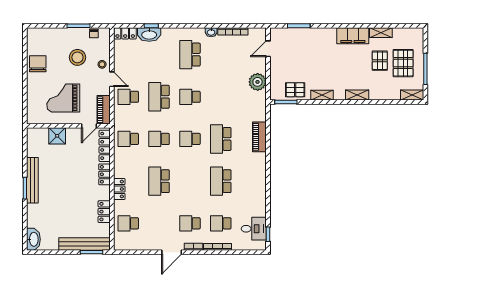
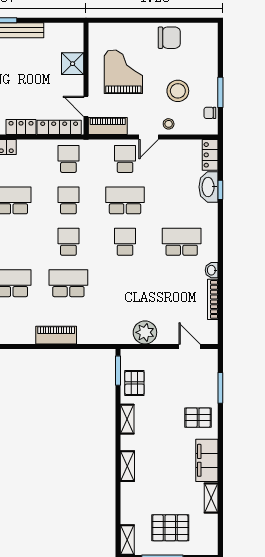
pallet: (380, 61) -> (198, 418), moved
piano: (259, 137) -> (56, 335), moved

